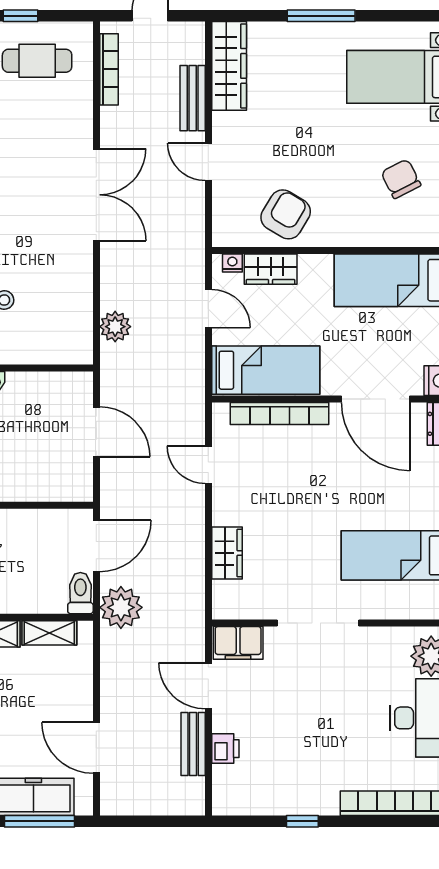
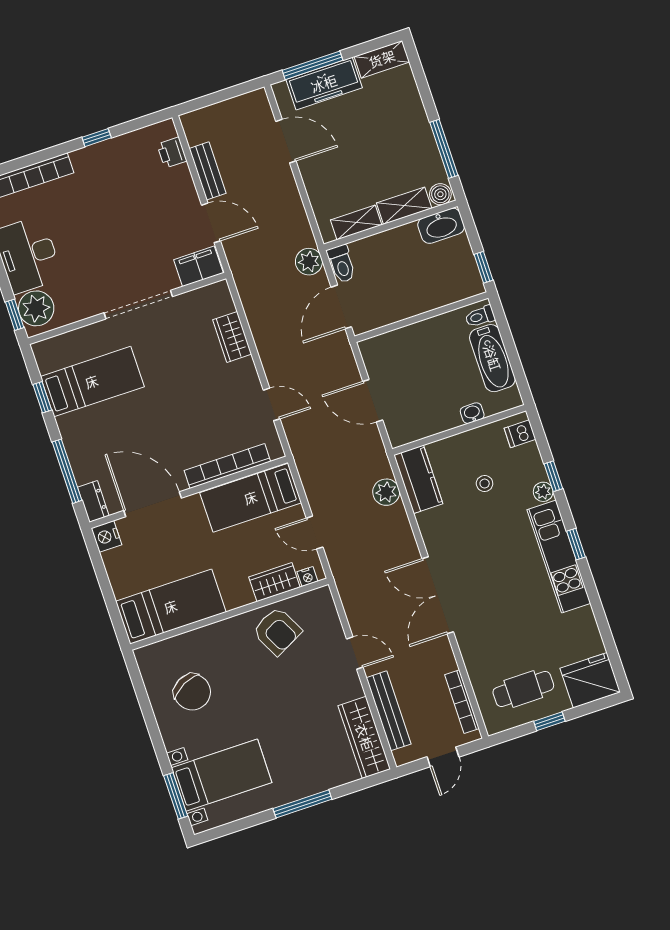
bench: (193, 98) -> (389, 711), width x1.36
chair: (401, 179) -> (192, 692), width x1.37, depth x1.37
armchair: (286, 214) -> (277, 631), turned -58
kitchen counter: (75, 329) -> (418, 479), added
plant: (121, 607) -> (309, 262), width x0.73, depth x0.73
printer: (225, 749) -> (172, 153), moved

